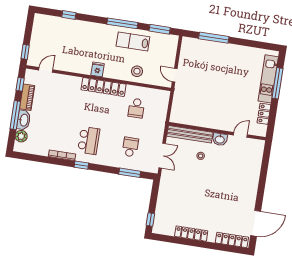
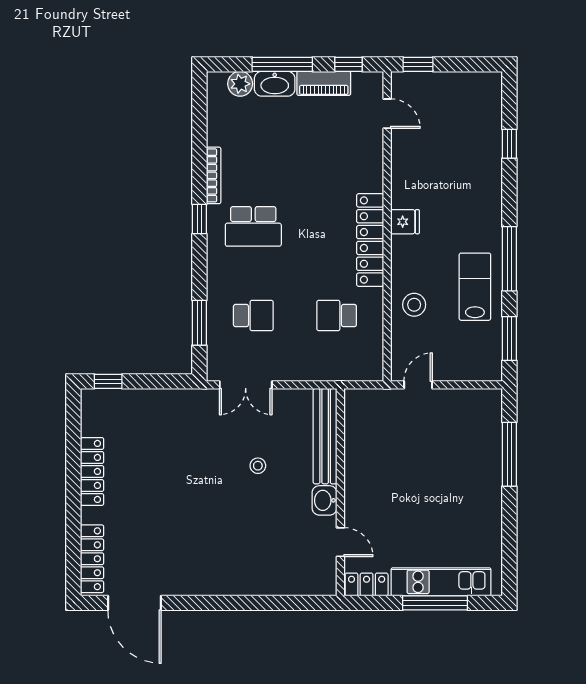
wall: (217, 131) -> (340, 492), moved
bench: (190, 134) -> (325, 436), moved
door: (240, 135) -> (340, 542), moved
washbasin: (220, 139) -> (324, 500), moved

